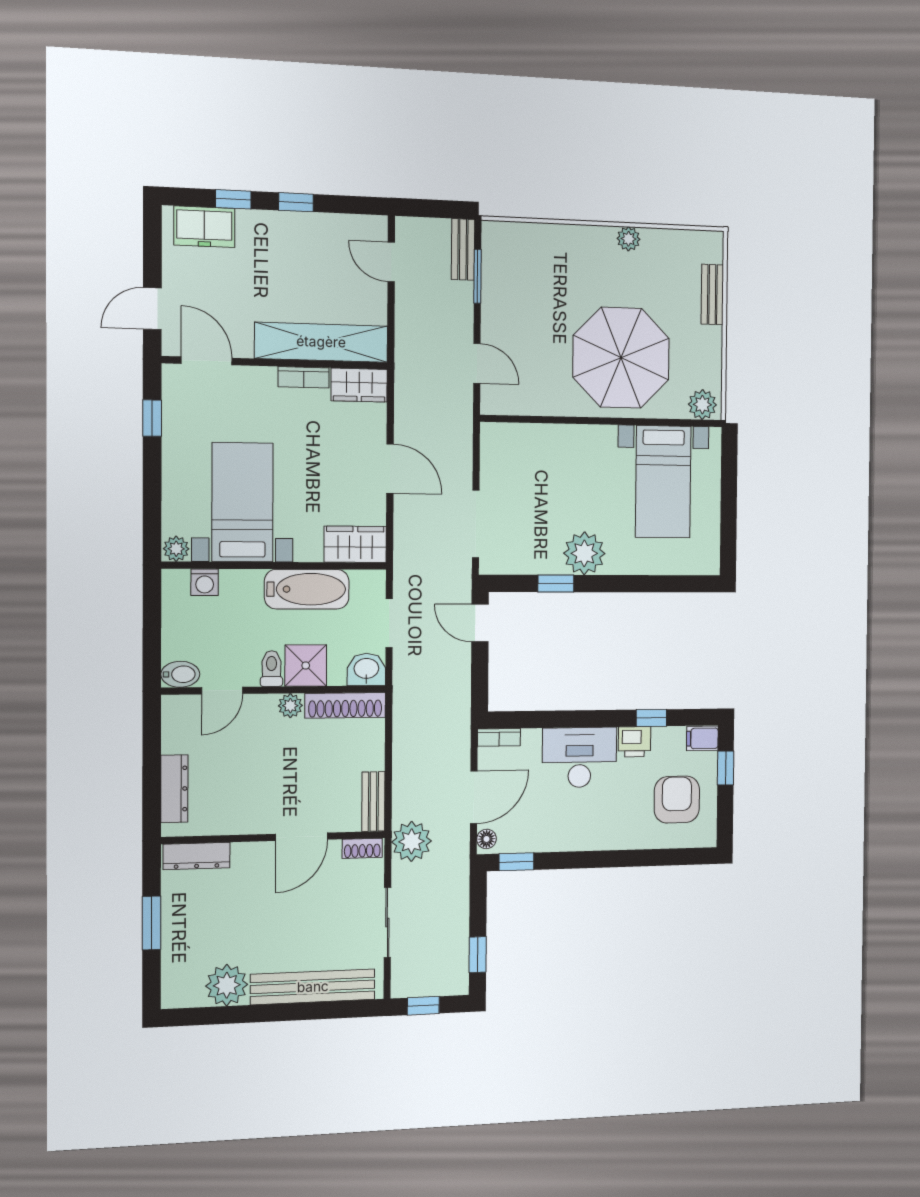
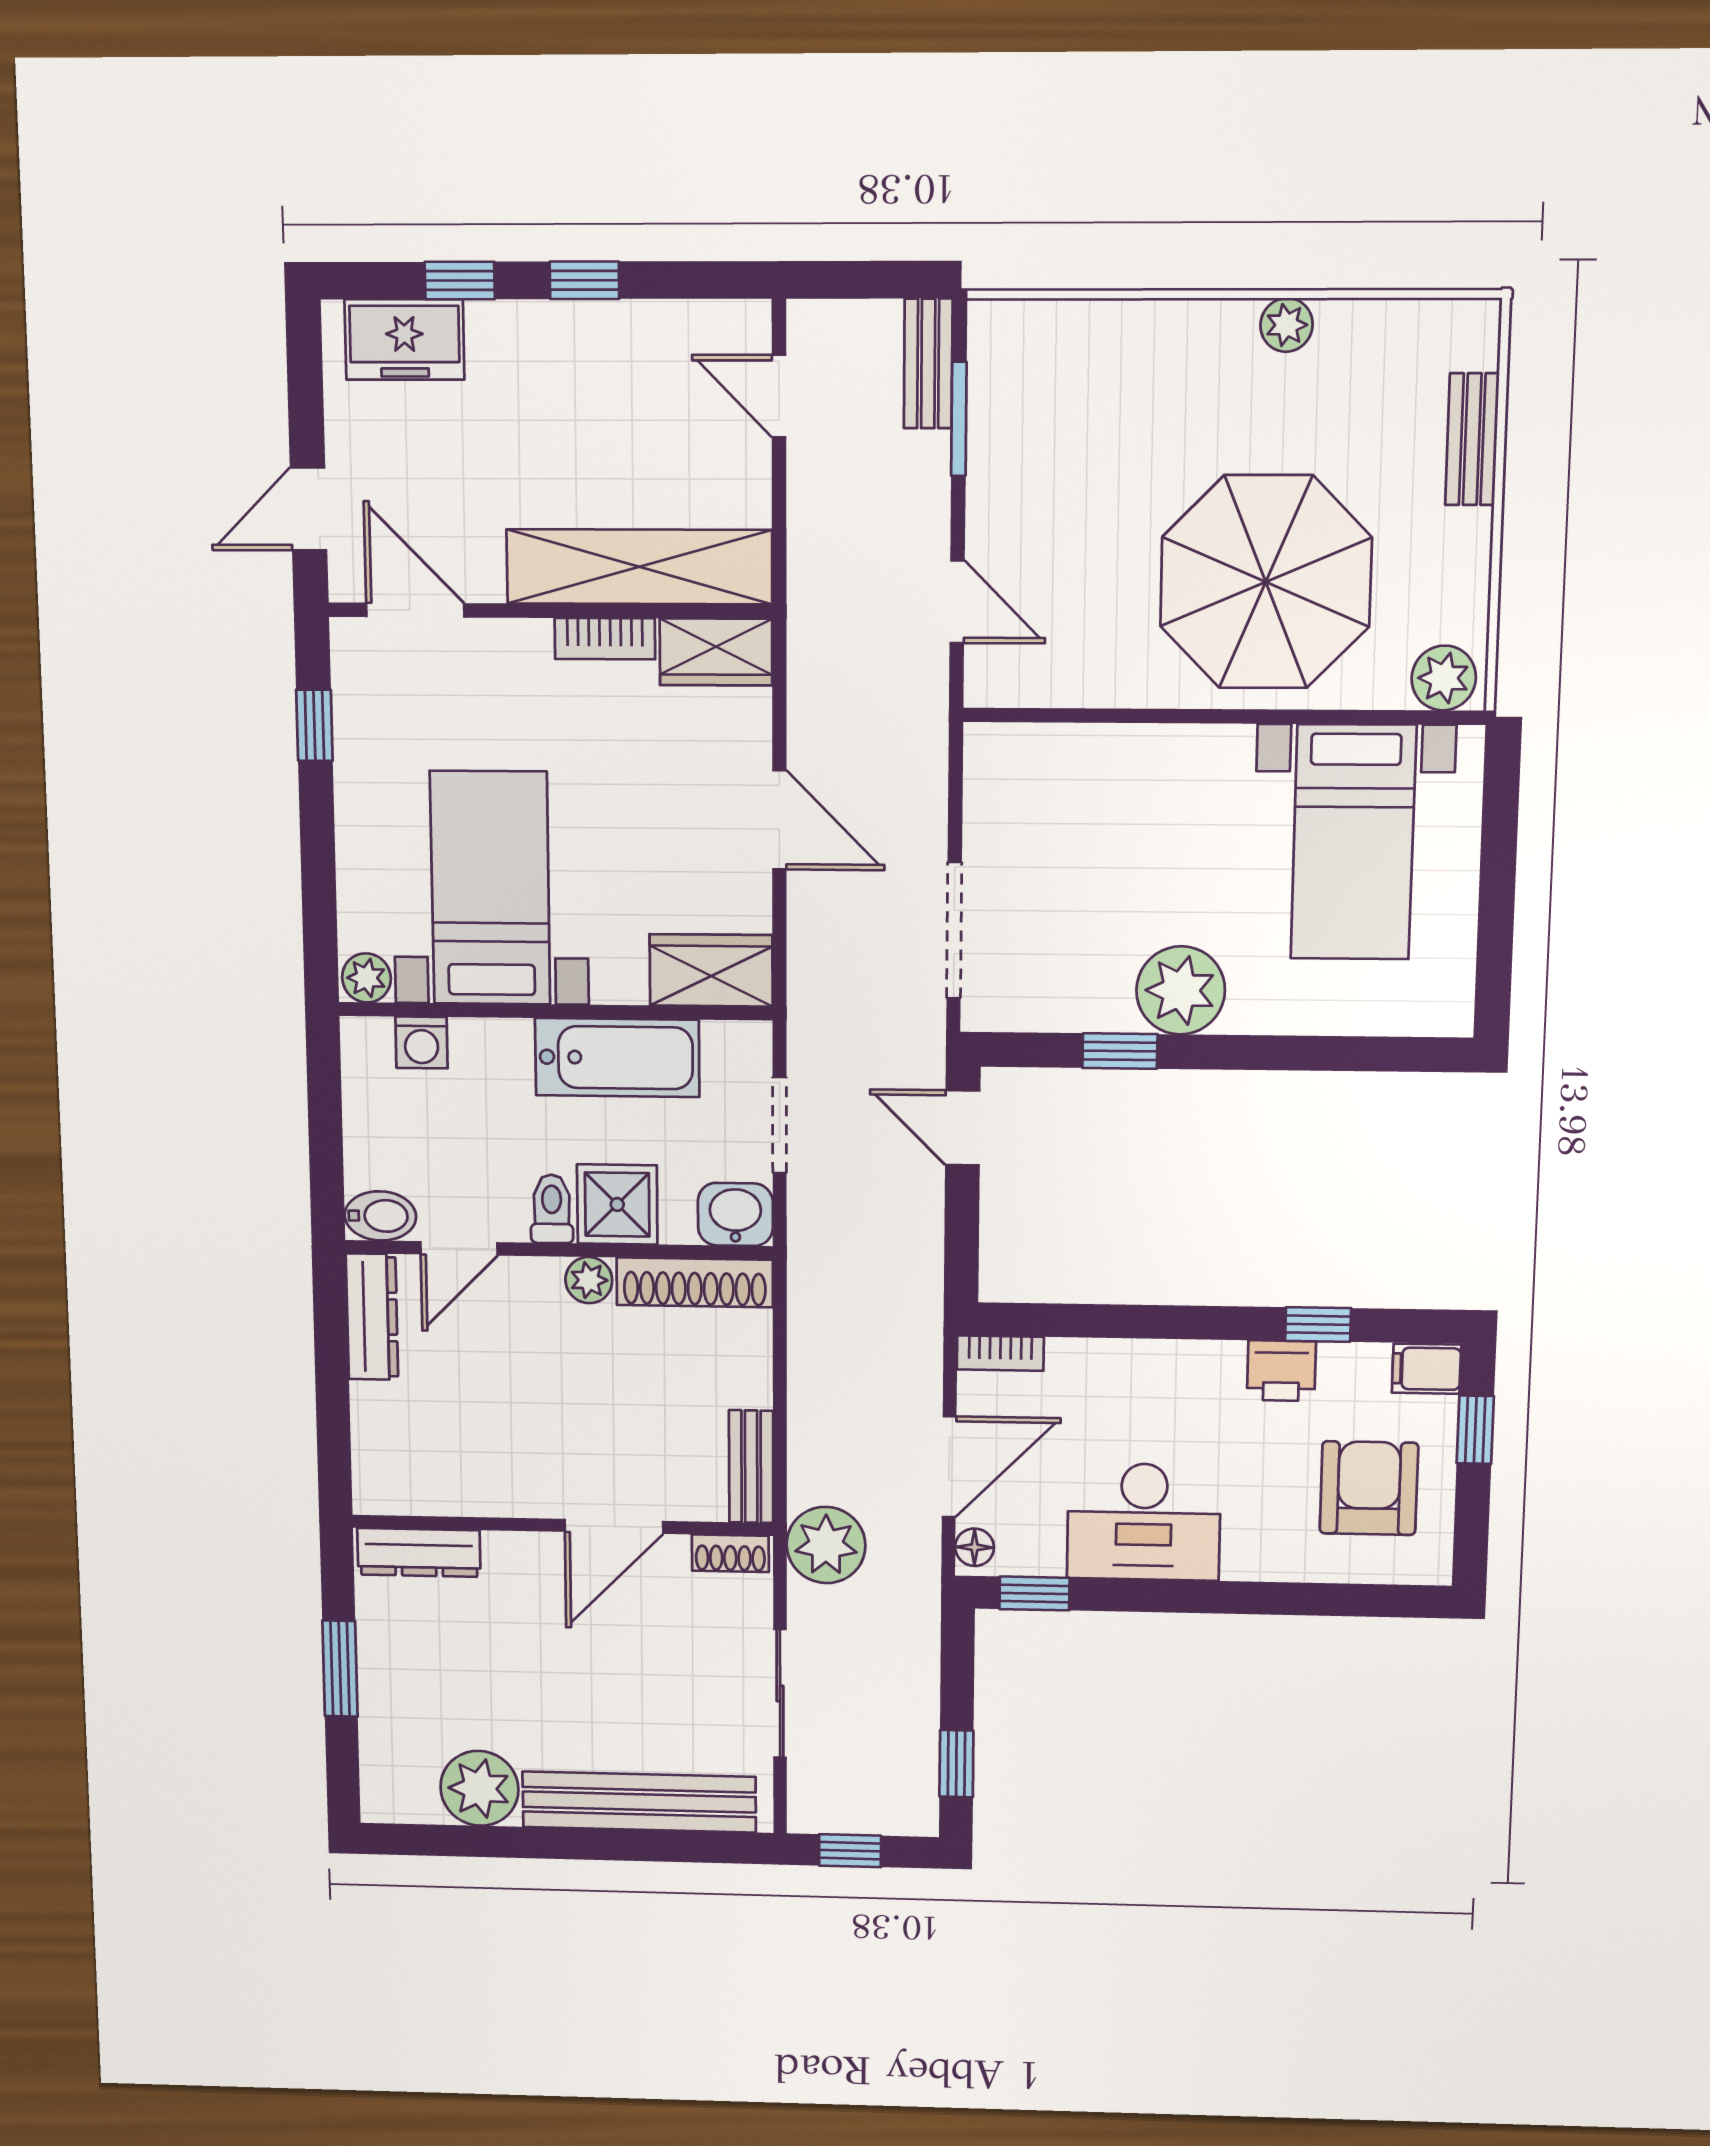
desk: (579, 757) -> (1144, 1522), moved, turned 180
dresser: (174, 789) -> (372, 1317), moved

